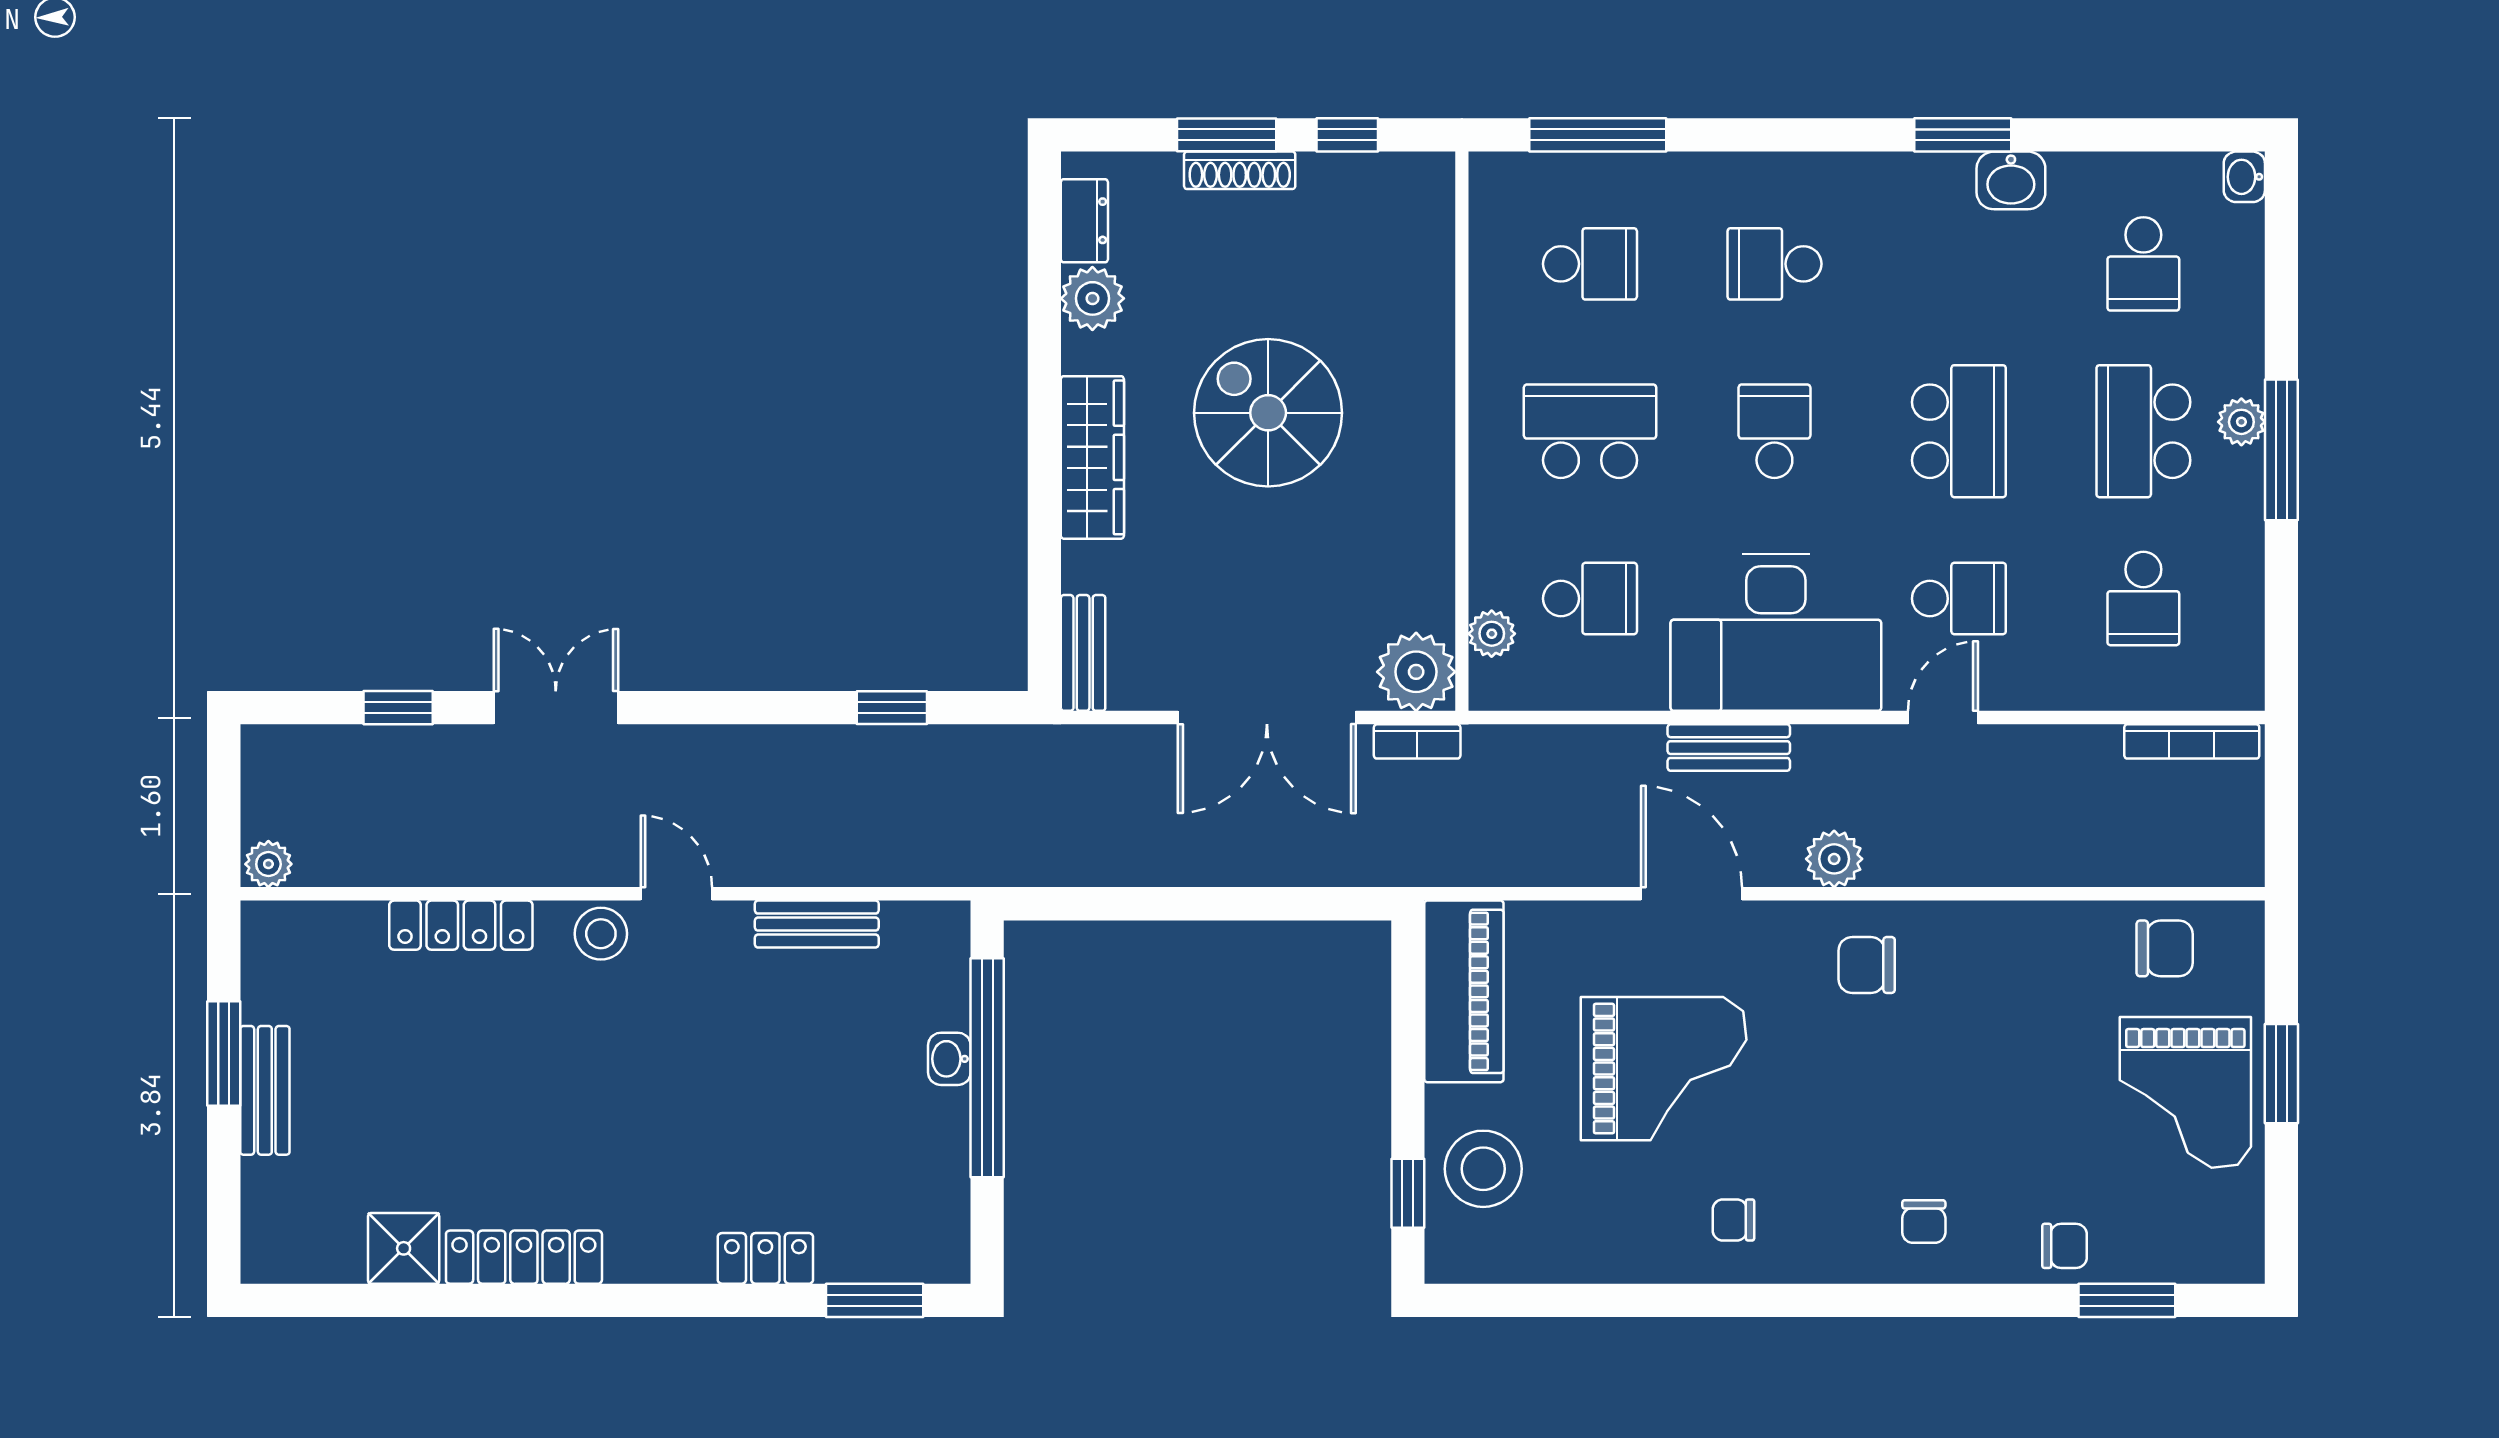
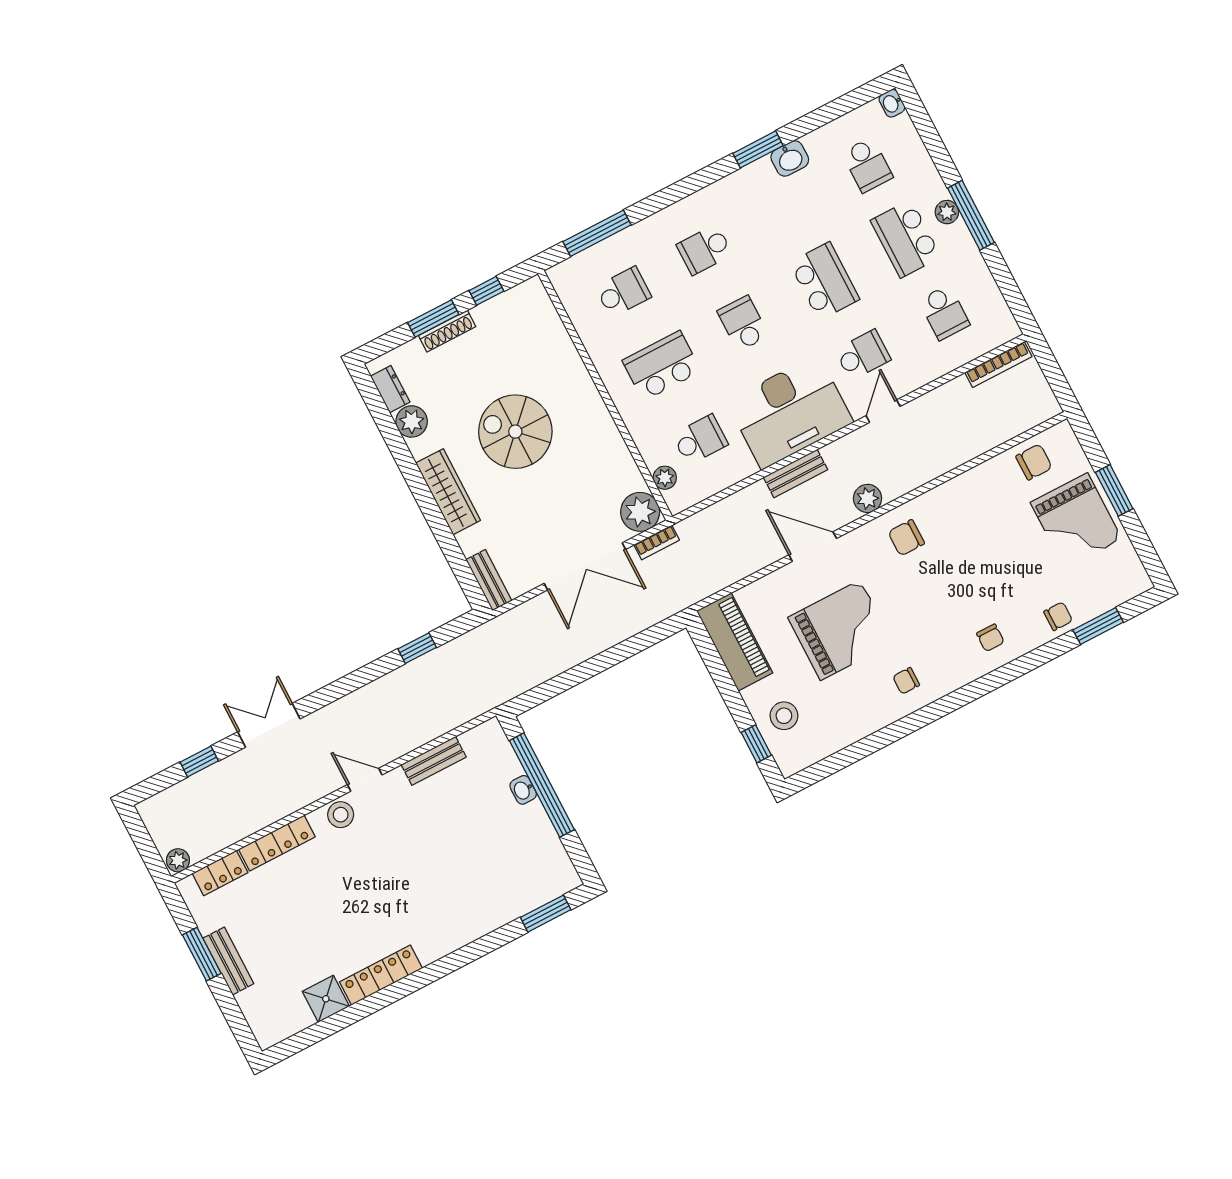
stool: (1483, 1169) -> (784, 716), width x0.73, depth x0.73
locker: (765, 1258) -> (220, 873), moved, turned 180

